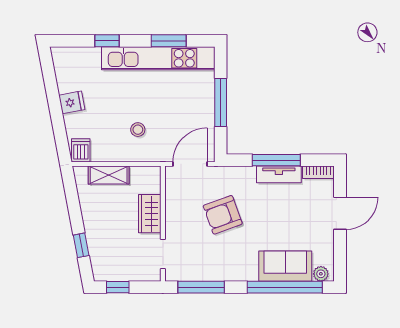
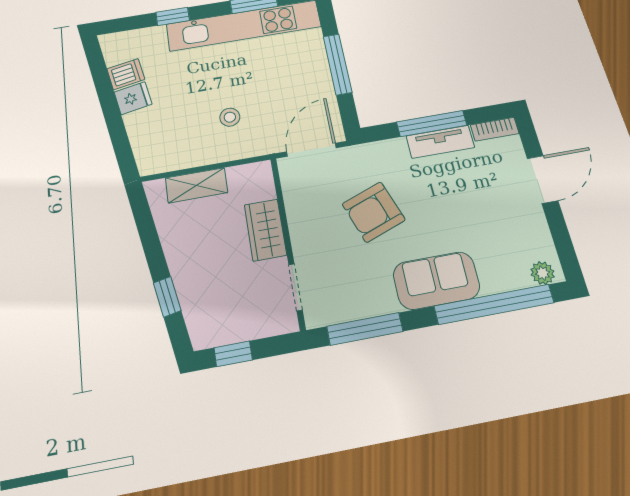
dishwasher: (81, 150) -> (126, 74), moved, turned 79
sofa: (285, 266) -> (436, 281), moved

